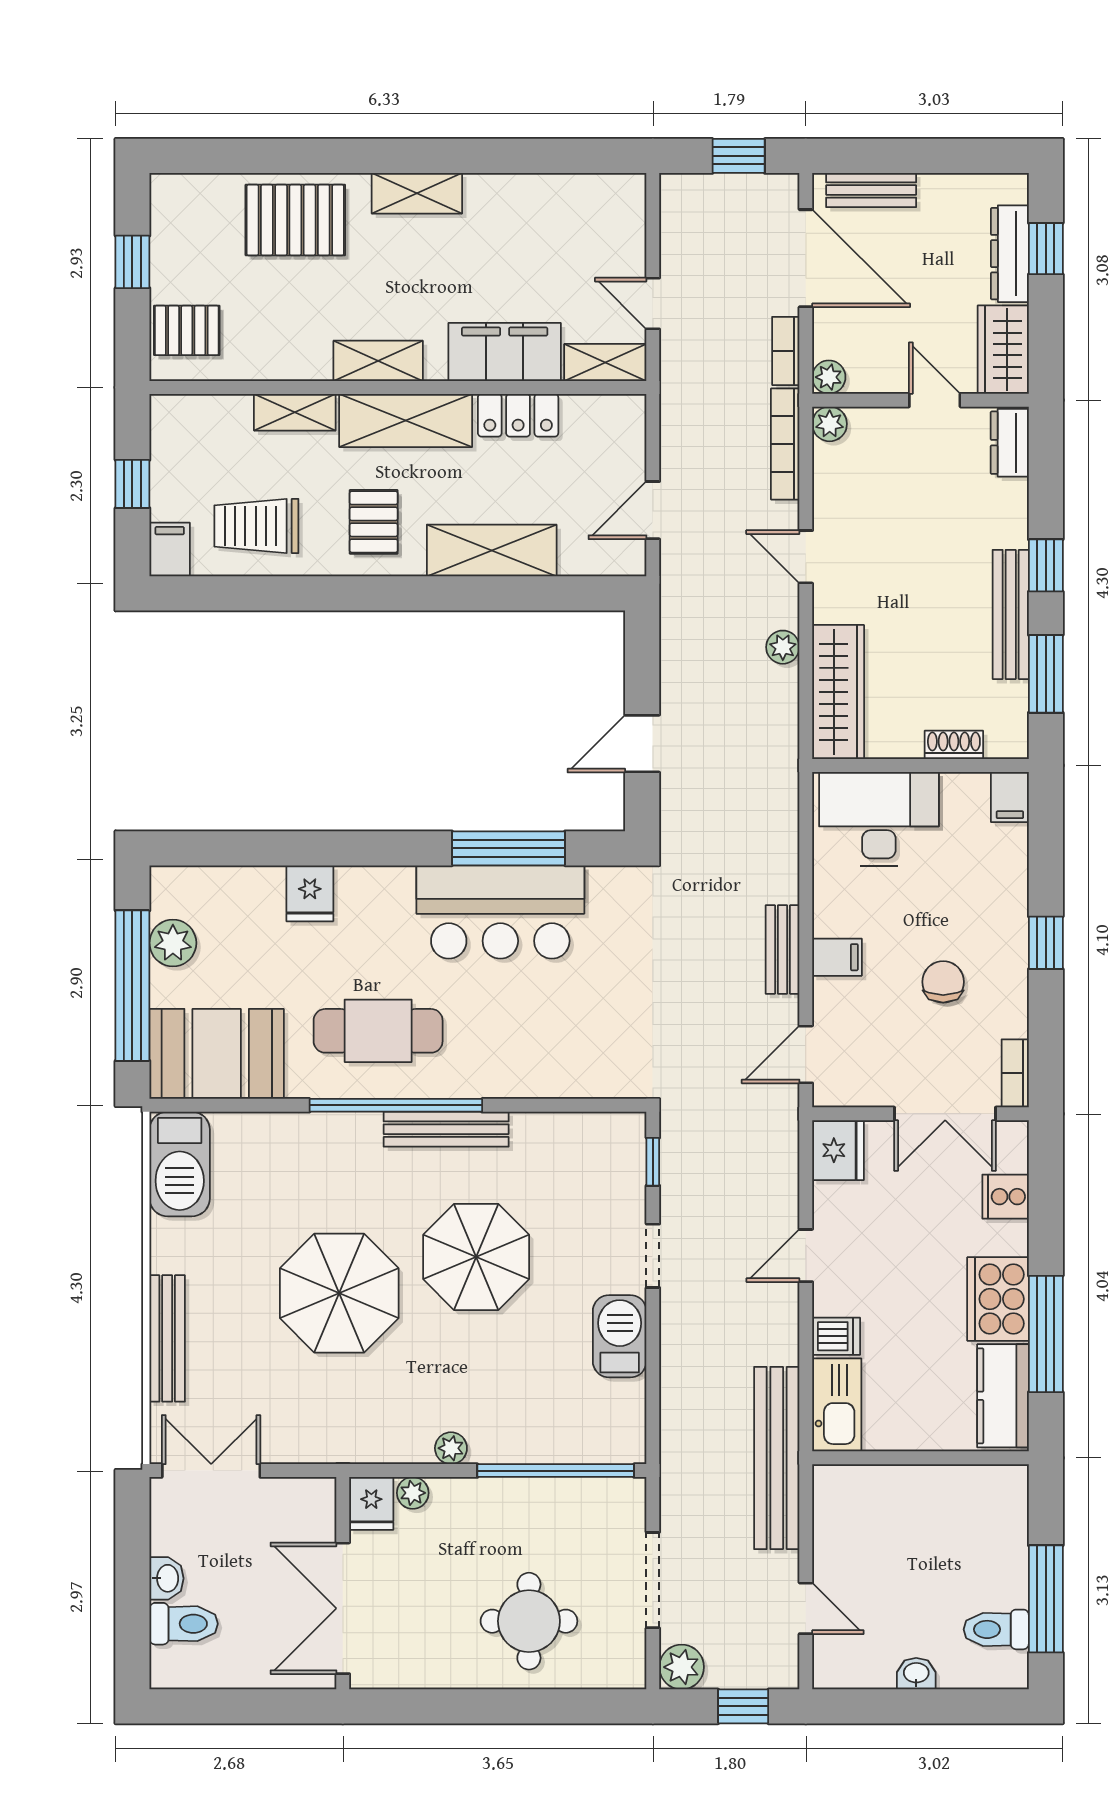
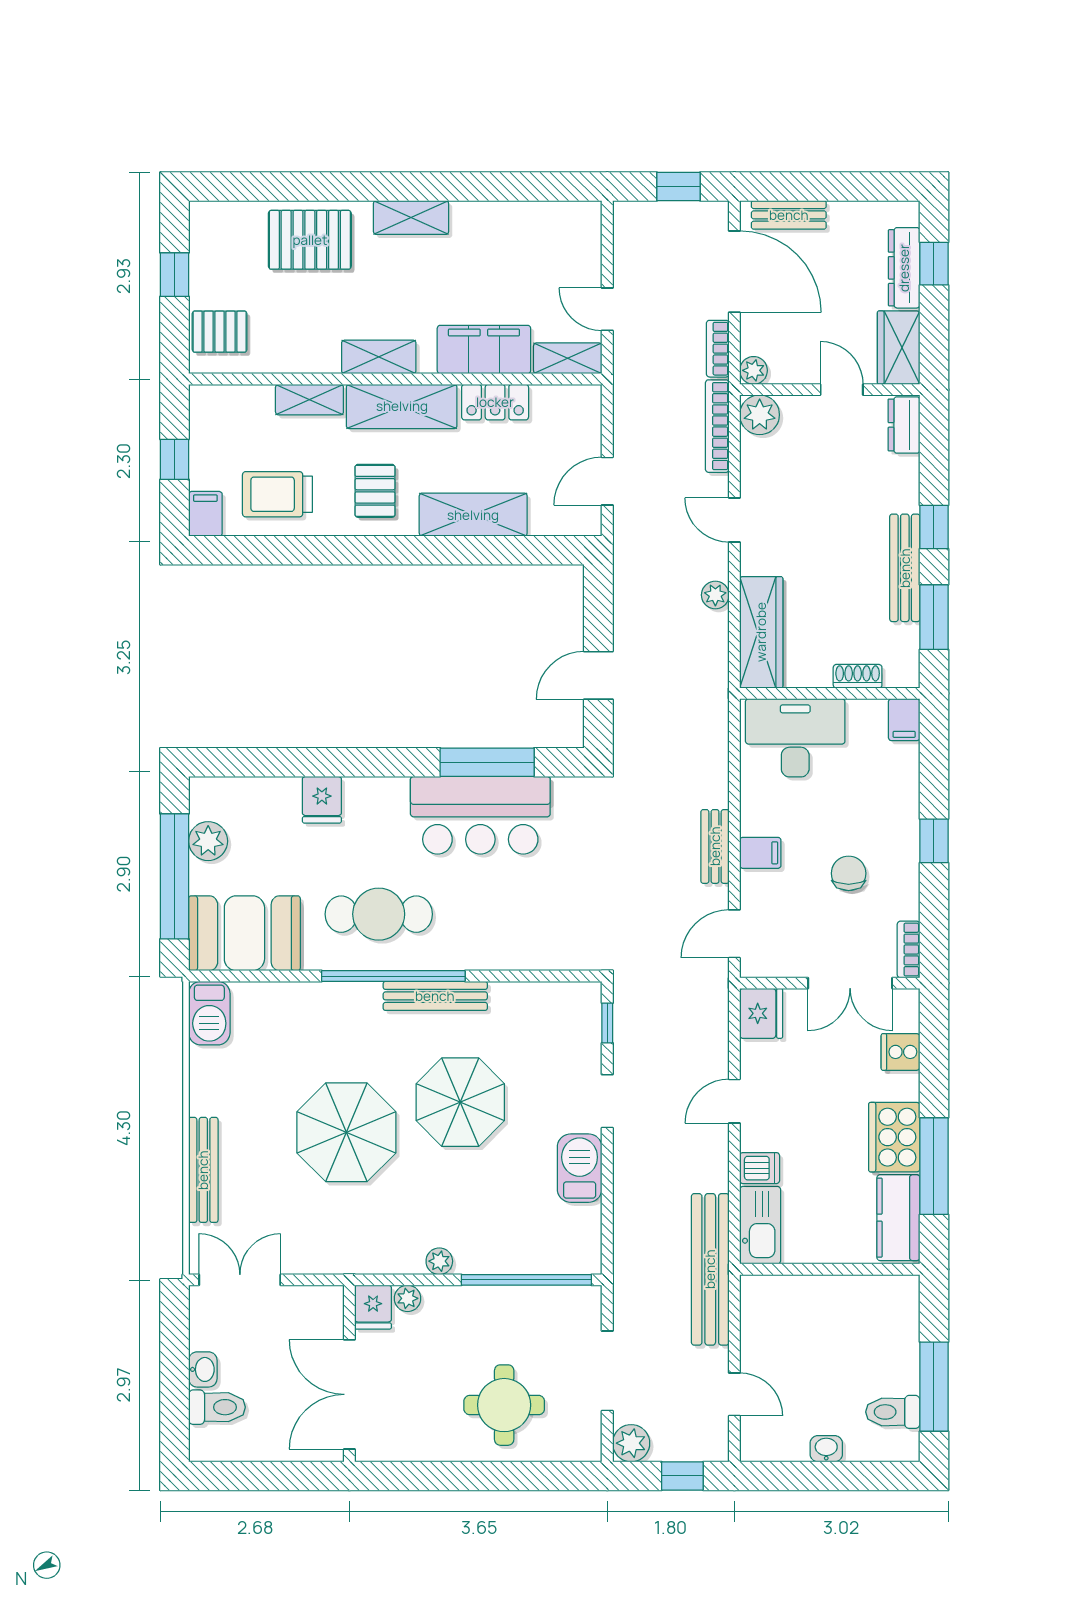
plant: (830, 424) -> (760, 415), width x1.38, depth x1.38
barbecue: (180, 1164) -> (209, 1013), width x0.73, depth x0.83

